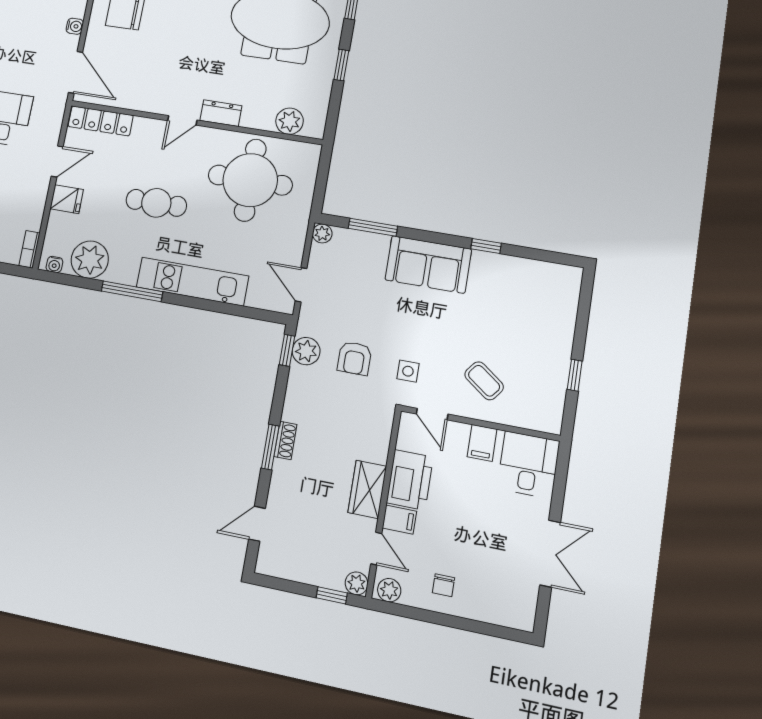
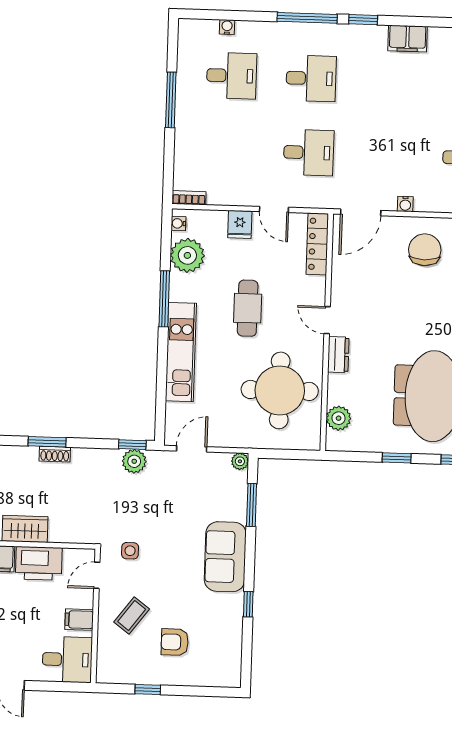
armchair: (354, 358) -> (175, 642), moved

